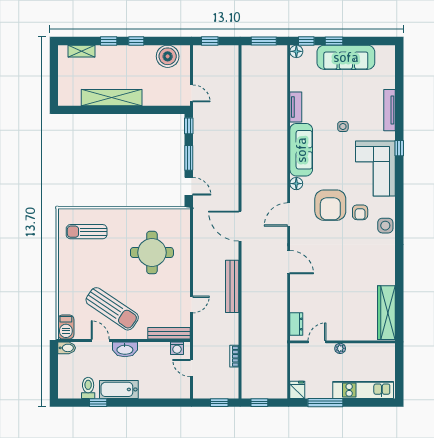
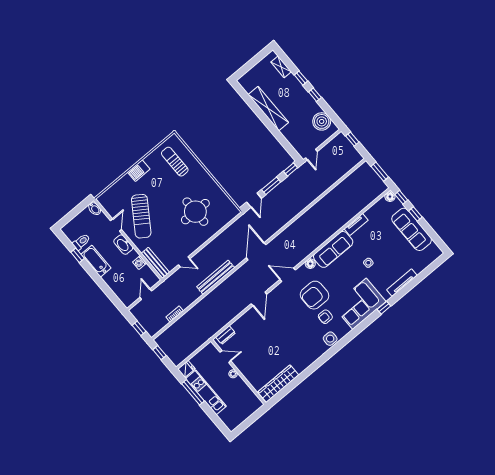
barbecue: (66, 327) -> (139, 171), moved
washing machine: (177, 348) -> (140, 263), moved
kitchen unit: (363, 390) -> (206, 392), moved

